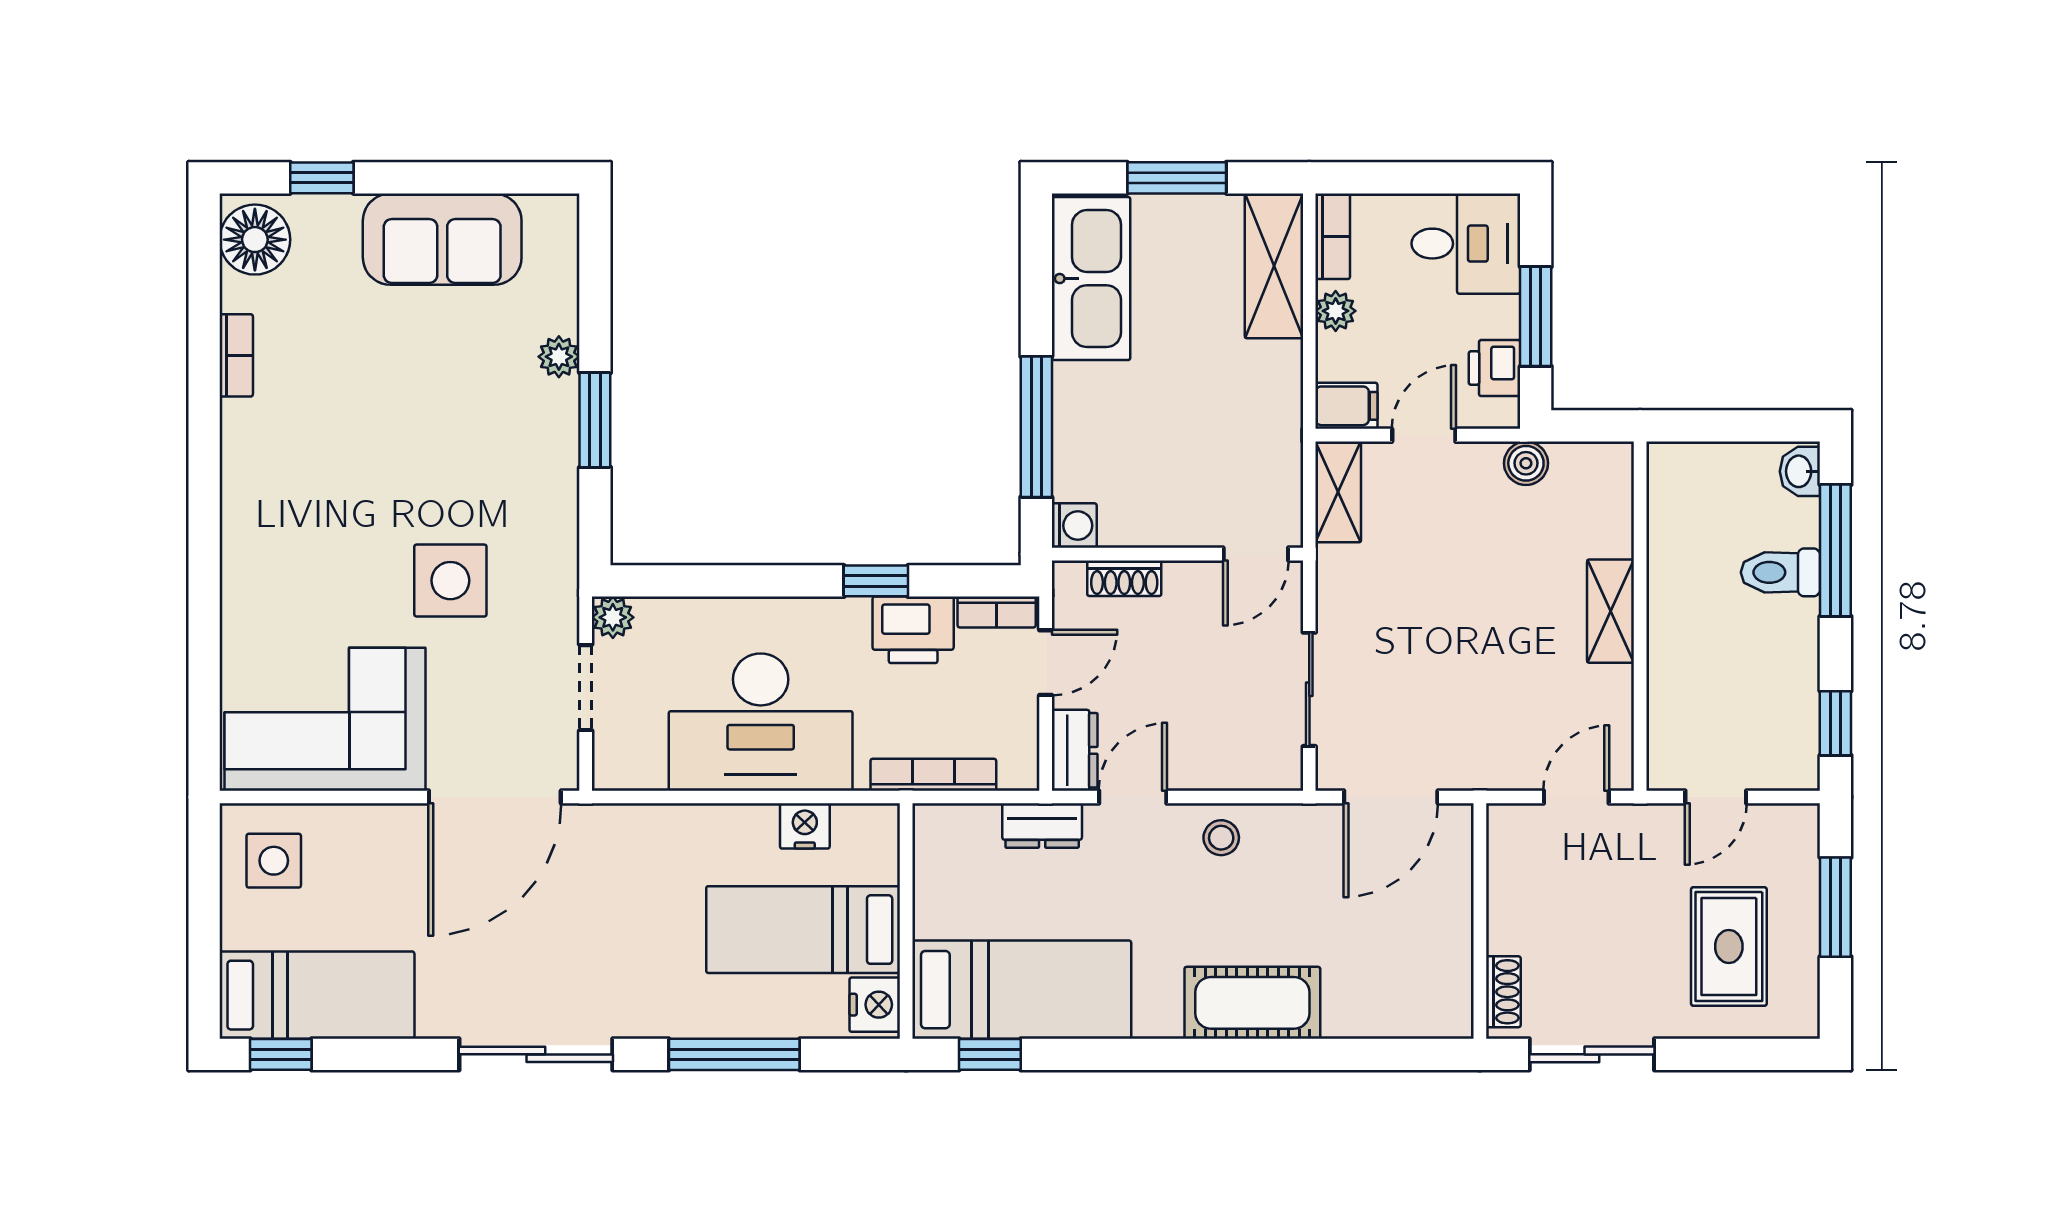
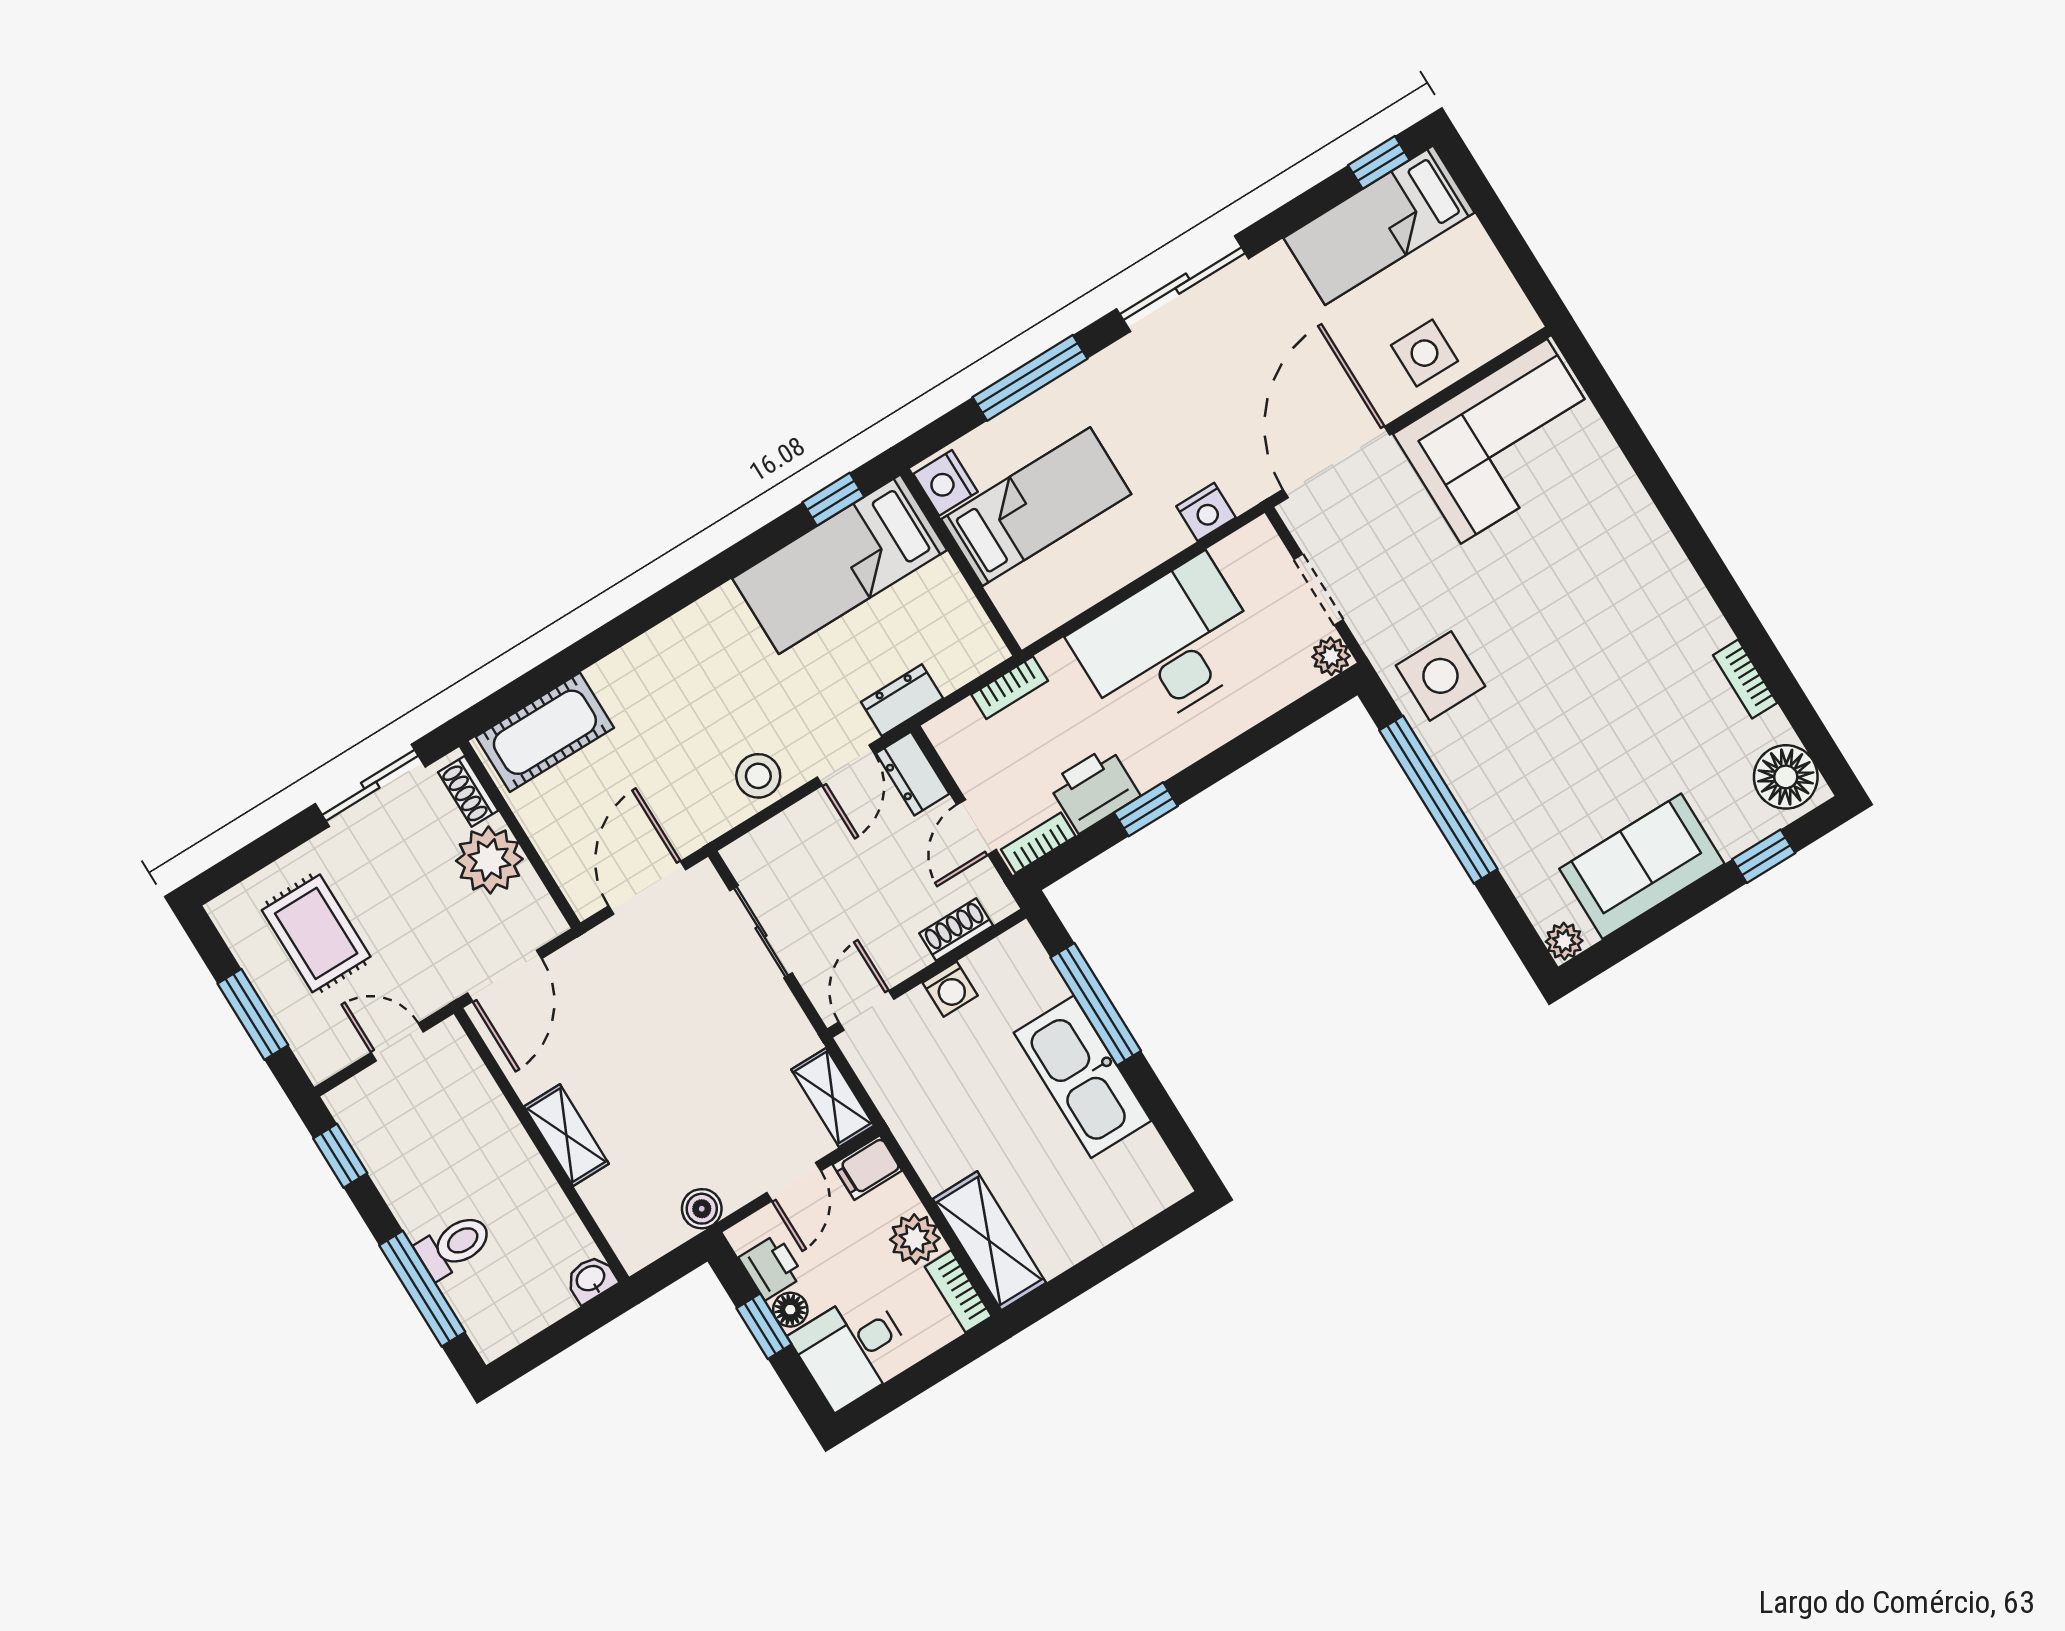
window: (1177, 178) -> (1106, 1262), removed
kitchen sink: (1091, 279) -> (1082, 1077), moved
plant: (1336, 311) -> (915, 1239), width x1.38, depth x1.38
window: (1536, 316) -> (764, 1326), width x0.67
floor lamp: (1501, 317) -> (790, 1310), added
plant: (559, 357) -> (1564, 941), moved
window: (595, 420) -> (1438, 800), width x2.11
washbasin: (1800, 471) -> (591, 1279), moved, turned -90
washing machine: (1074, 526) -> (950, 989), moved, turned -90
side table: (450, 581) -> (1440, 676), moved
bookcase: (933, 775) -> (1010, 688), width x0.64
door: (1576, 797) -> (505, 976), width x1.38
door: (1716, 797) -> (397, 1042), hinge flipped
nightstand: (805, 826) -> (1206, 512), moved
stool: (1221, 838) -> (758, 776), width x1.37, depth x1.37
side table: (274, 861) -> (1424, 353), moved
plant: (1523, 915) -> (489, 860), added
cot: (1252, 1003) -> (545, 732), moved

